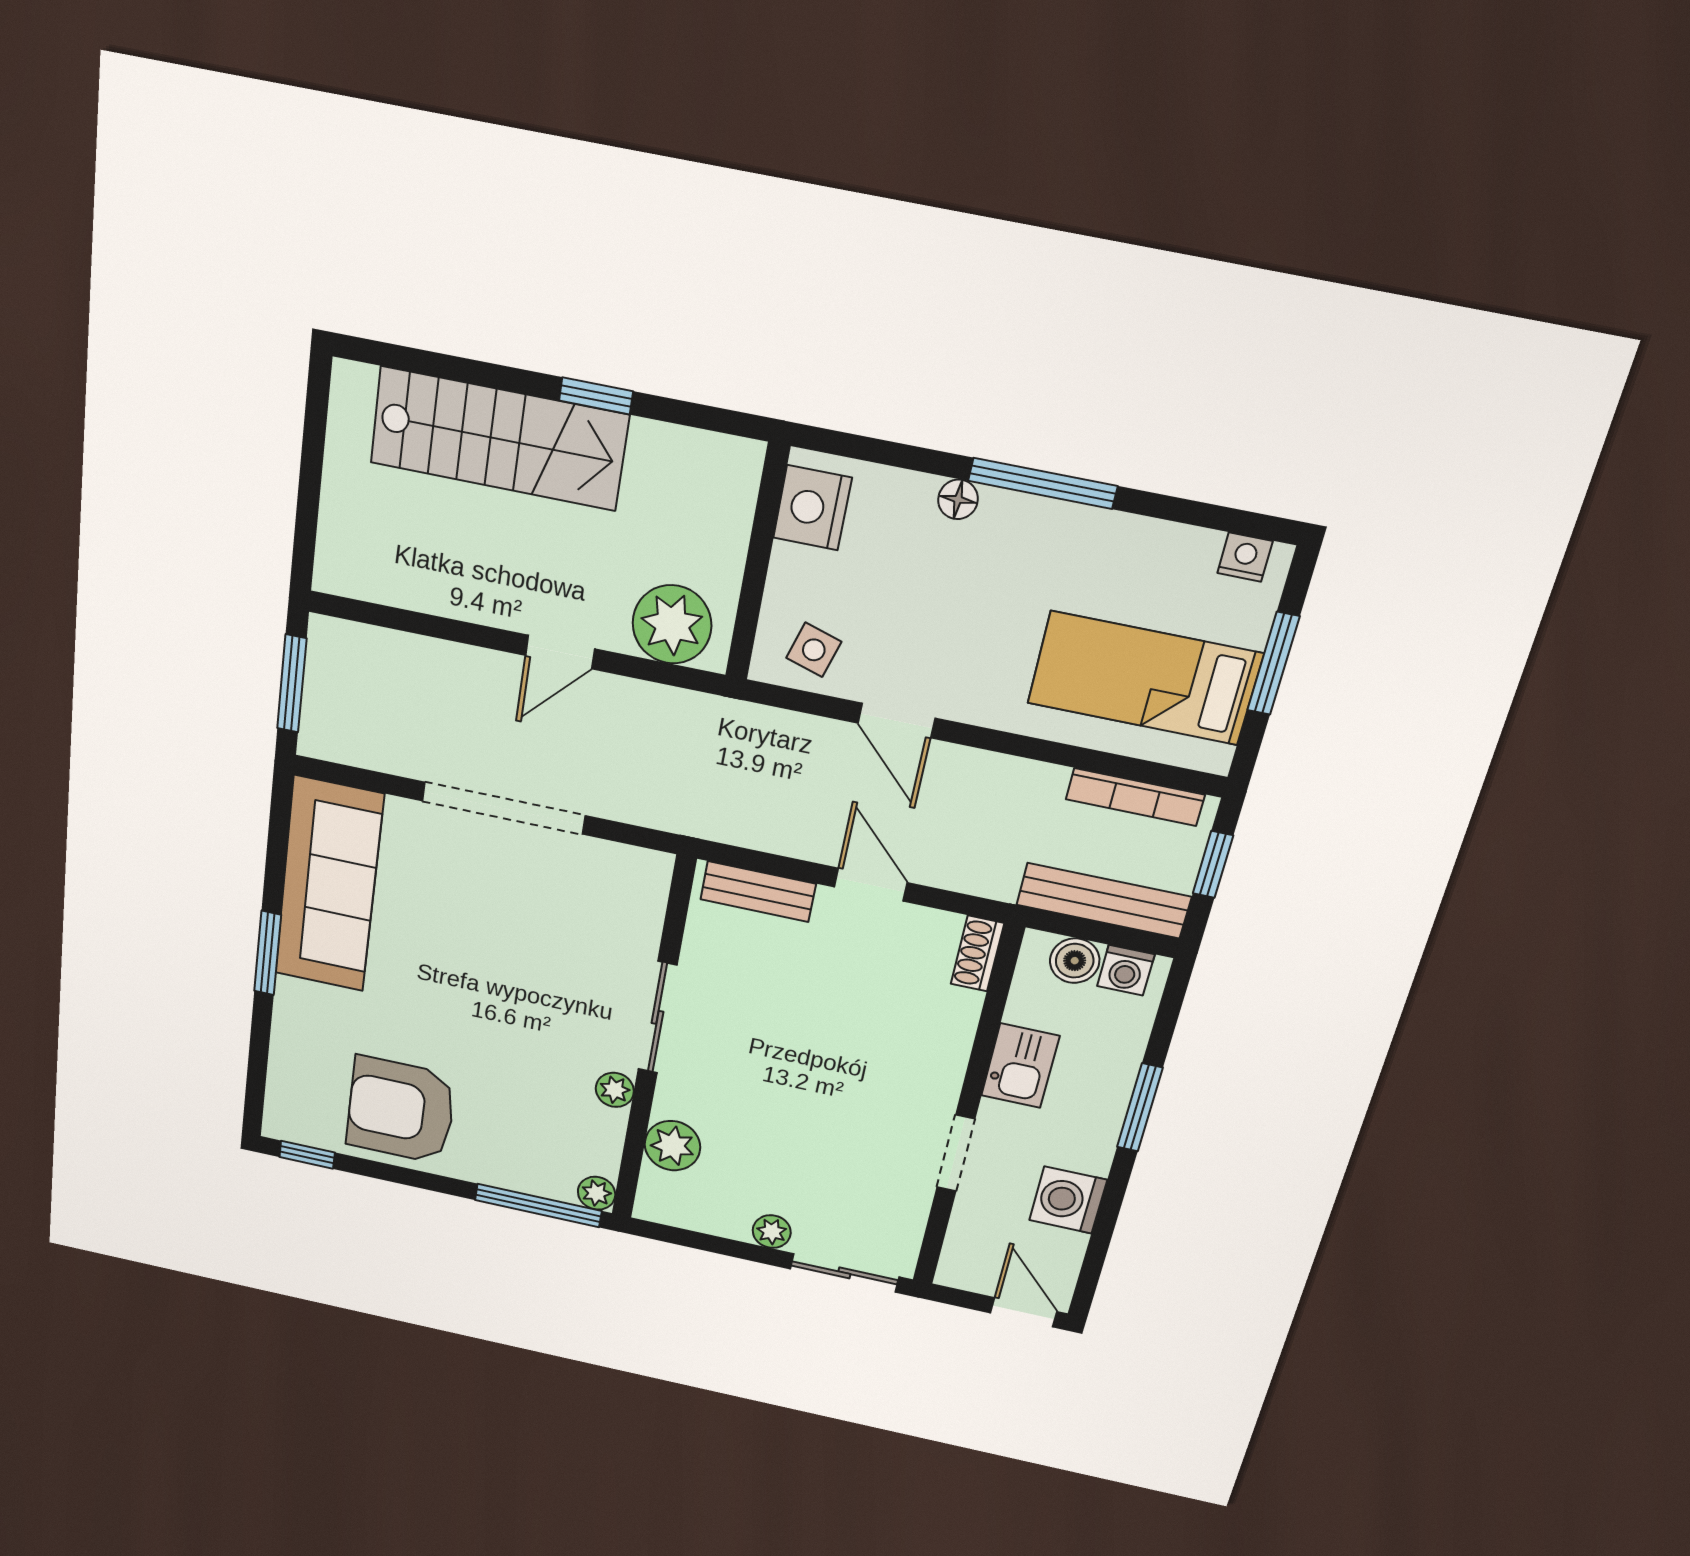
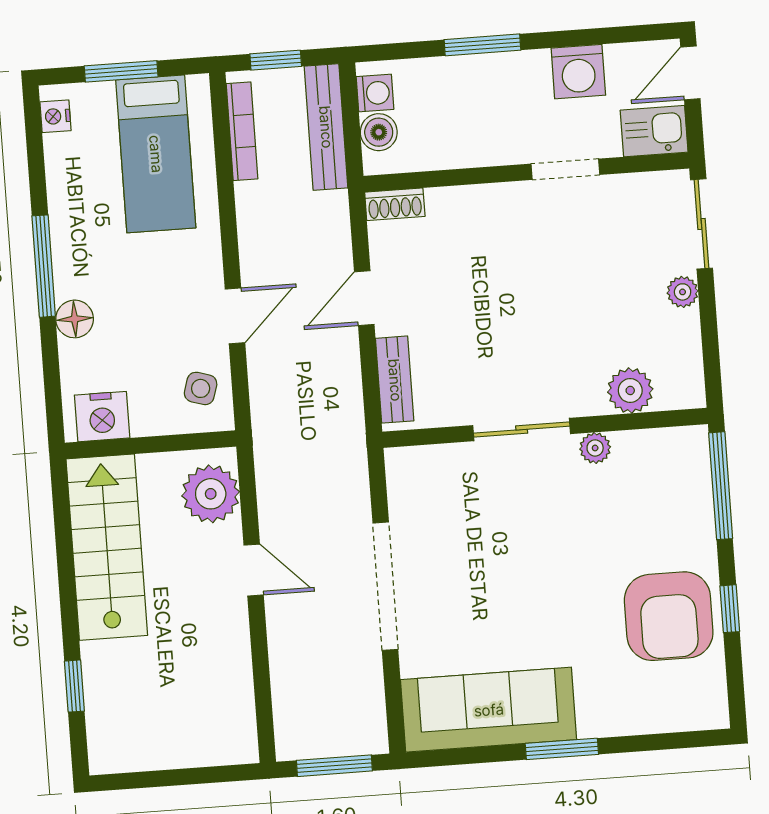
window: (596, 396) -> (74, 686), moved
stairs: (499, 439) -> (107, 547), moved
floor lamp: (958, 499) -> (75, 319), width x1.37, depth x1.37
kitchen sink: (1020, 1066) -> (654, 131), moved
window: (307, 1155) -> (730, 609), moved
plant: (597, 1193) -> (693, 441), removed

